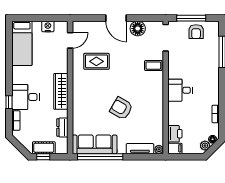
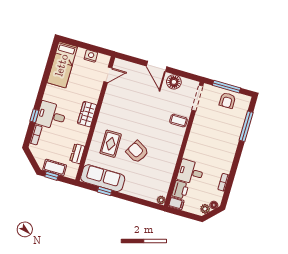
rug: (96, 61) -> (111, 144), moved, turned 90
desk: (180, 90) -> (191, 172), moved
wardrobe: (61, 91) -> (87, 114), width x0.67
tv unit: (140, 149) -> (144, 194), removed
window: (100, 157) -> (105, 191), width x0.32

